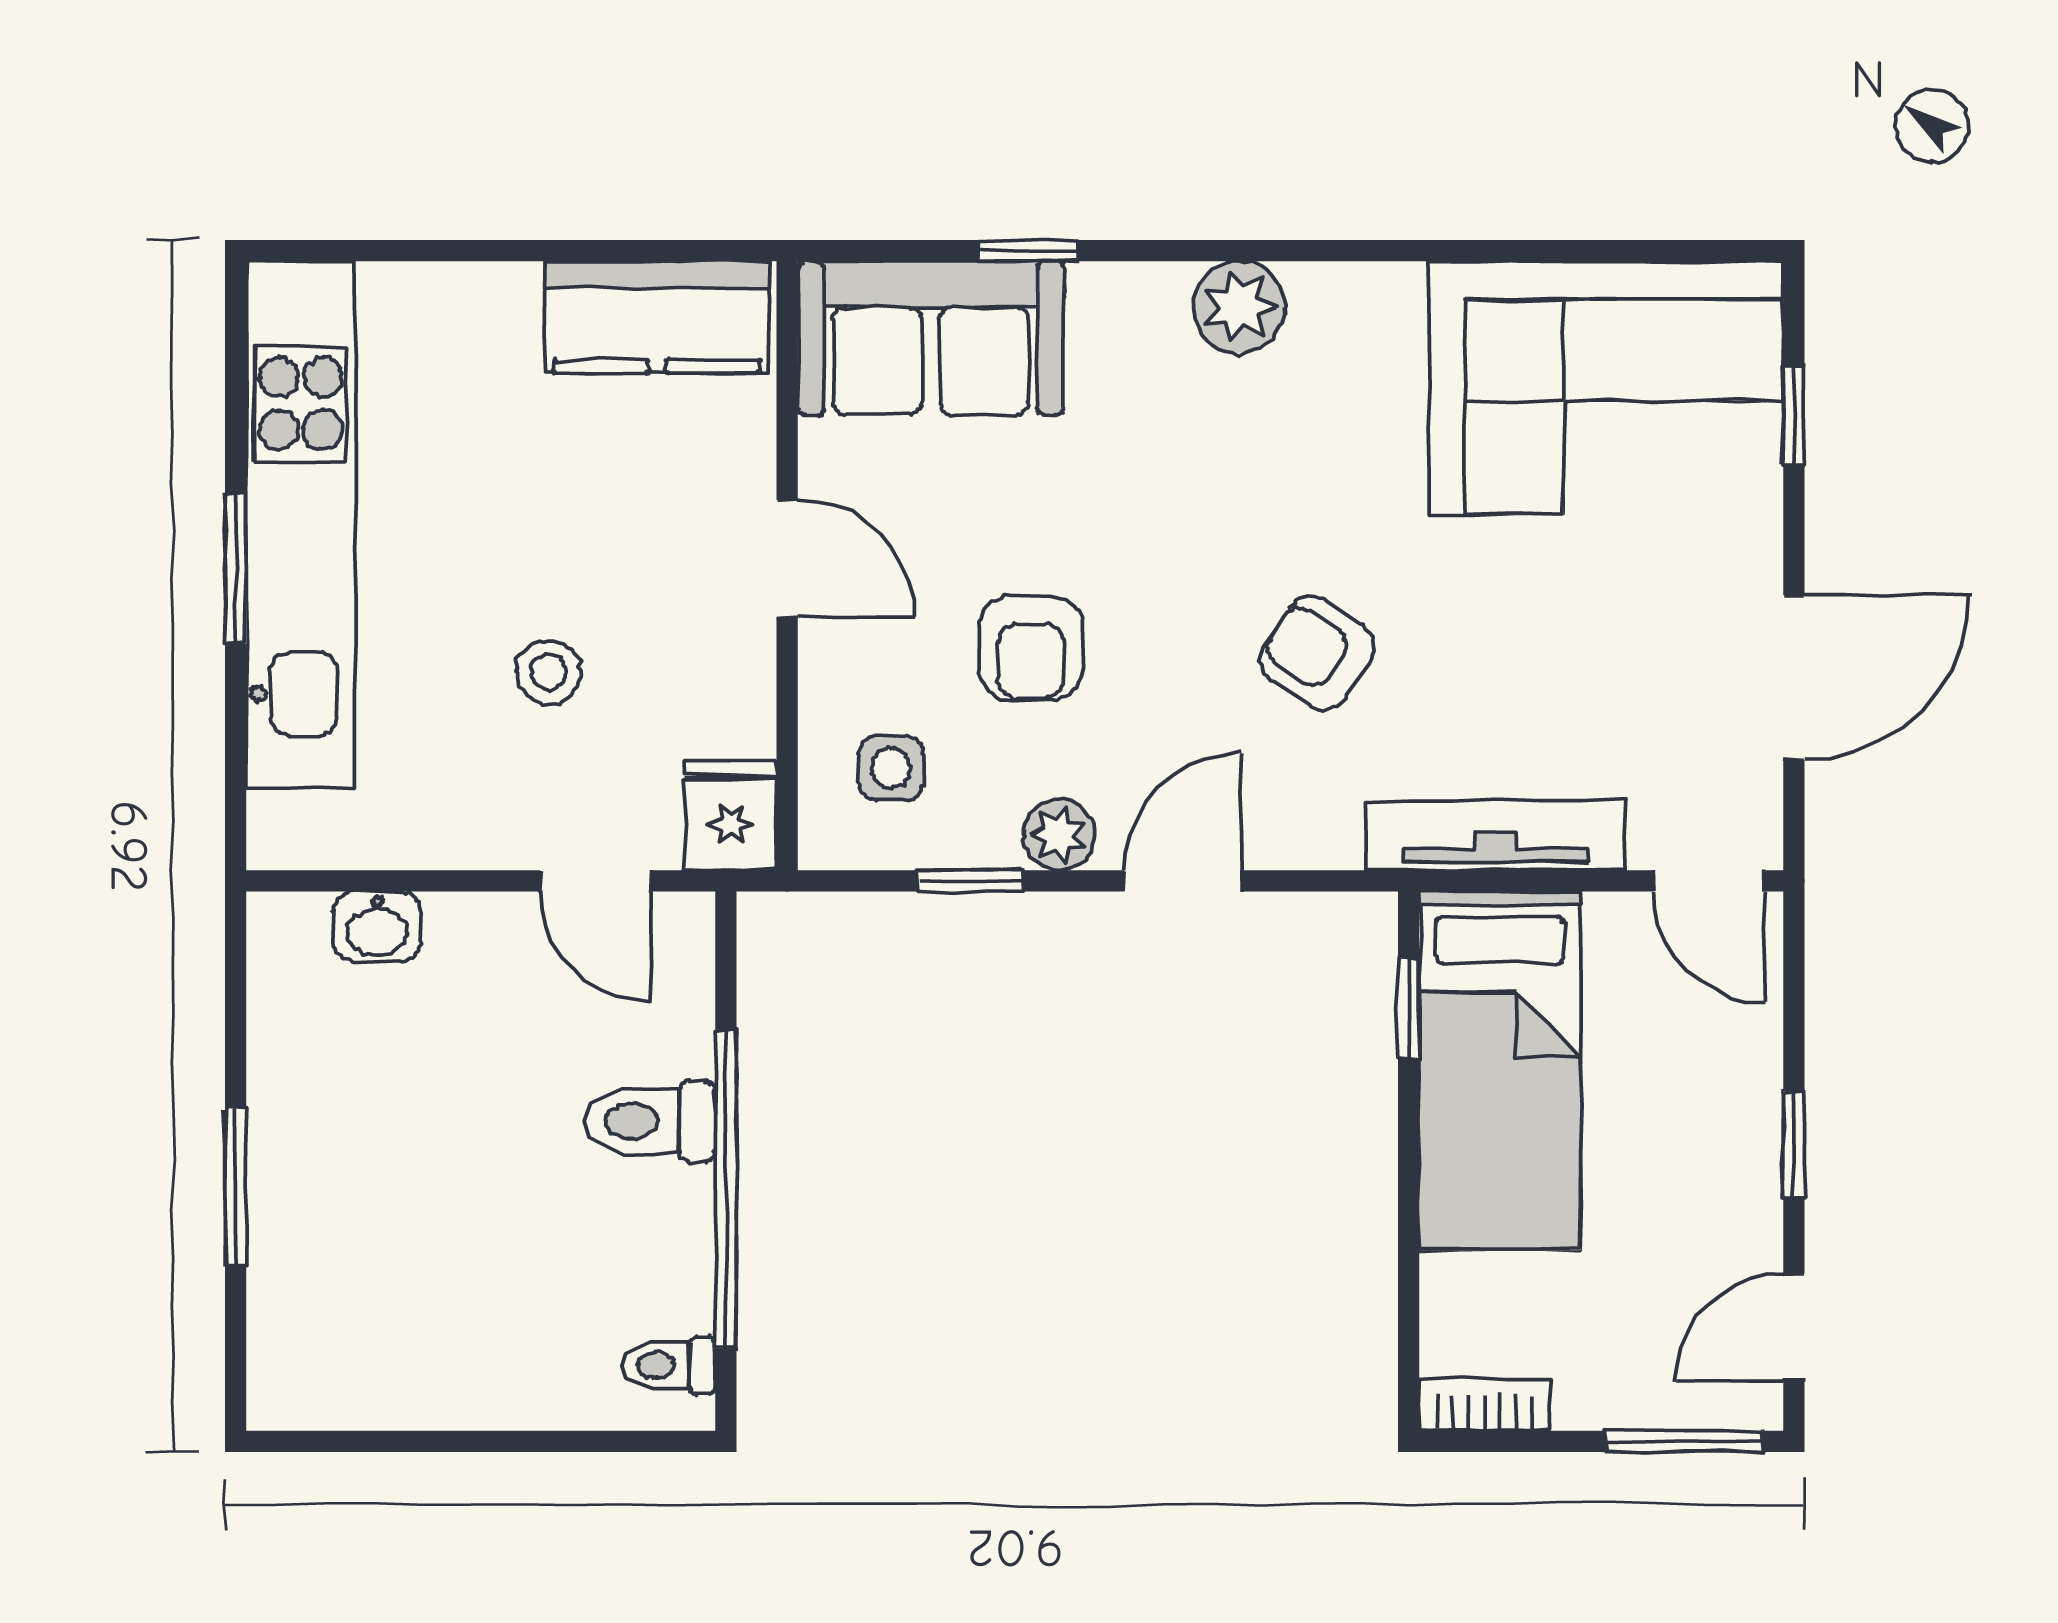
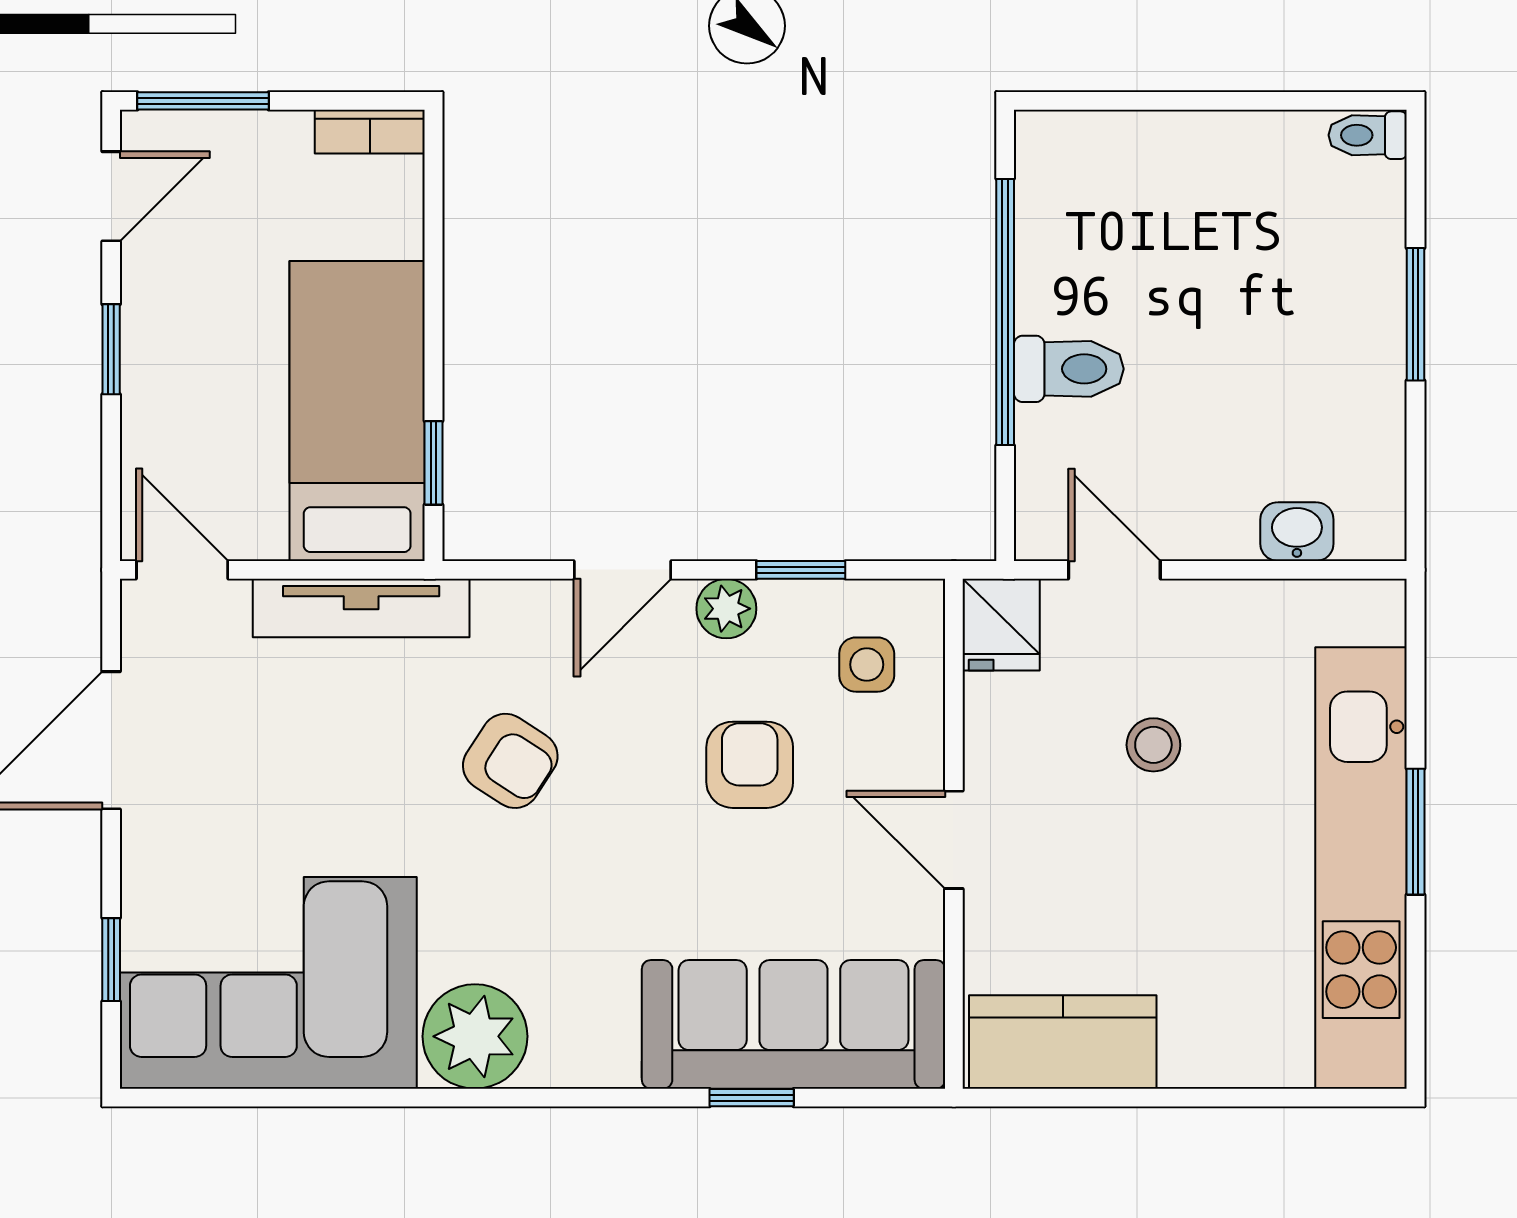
plant: (1239, 307) -> (475, 1036), moved, width x1.36, depth x1.36
sofa: (931, 338) -> (793, 1024), width x1.36
toilet: (669, 1366) -> (1368, 135), moved, turned 180

